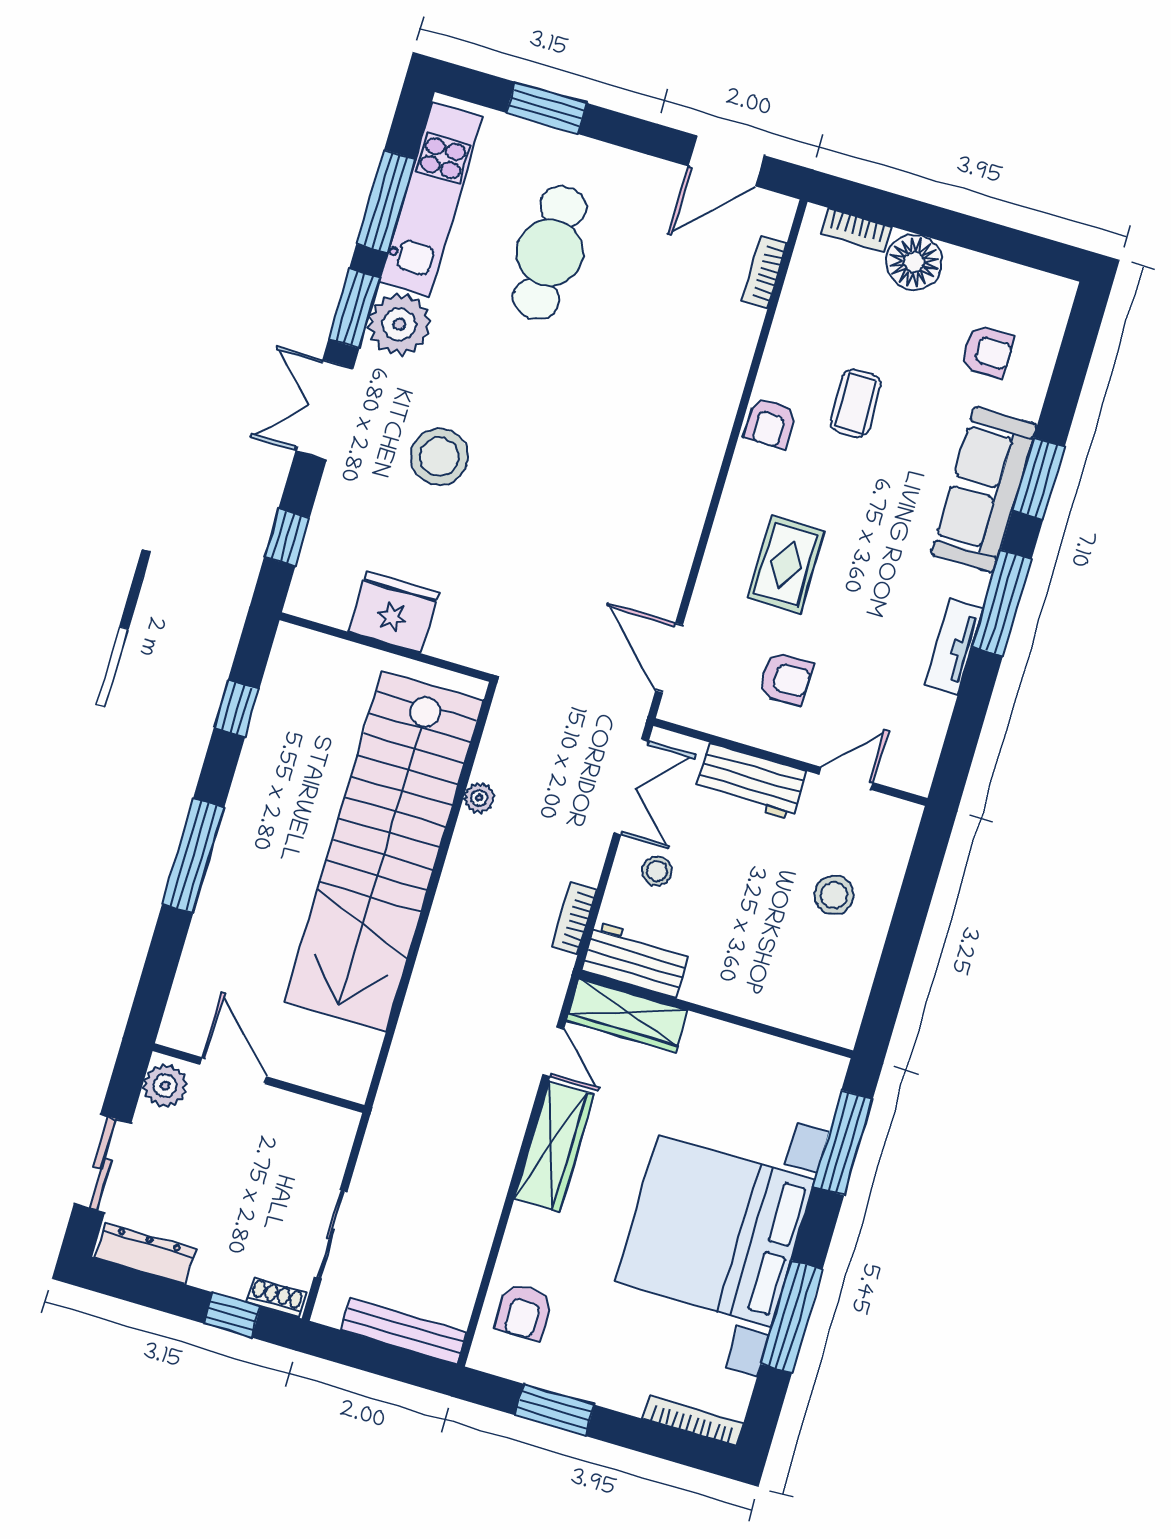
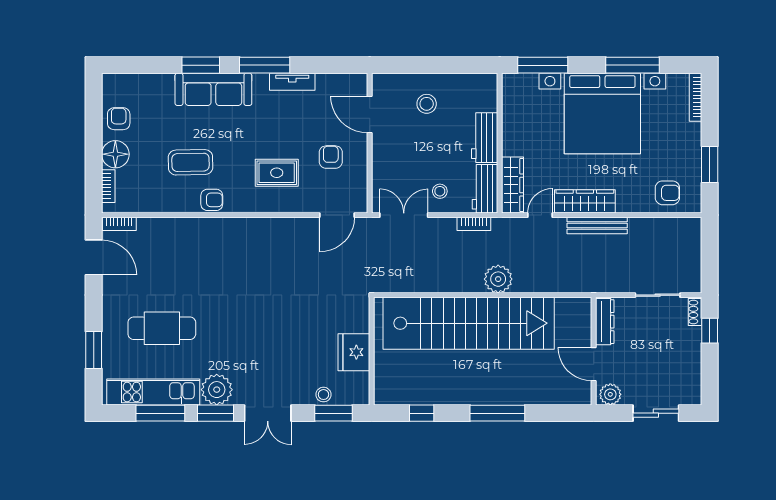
bookcase: (764, 272) -> (119, 224), moved
armchair: (987, 351) -> (119, 119), moved
coffee table: (855, 403) -> (191, 162), width x1.36, depth x1.30
stool: (439, 457) -> (323, 395), moved, width x0.53, depth x0.53
window: (287, 537) -> (333, 413), width x1.50
door: (846, 778) -> (370, 114), width x1.37
workbench: (751, 782) -> (485, 138), moved, turned 180
plant: (479, 798) -> (498, 279), moved, width x1.87, depth x1.87
door: (233, 1071) -> (594, 364), hinge flipped
dresser: (145, 1253) -> (605, 322), moved, turned 180
bench: (404, 1331) -> (597, 225), moved, turned 90

